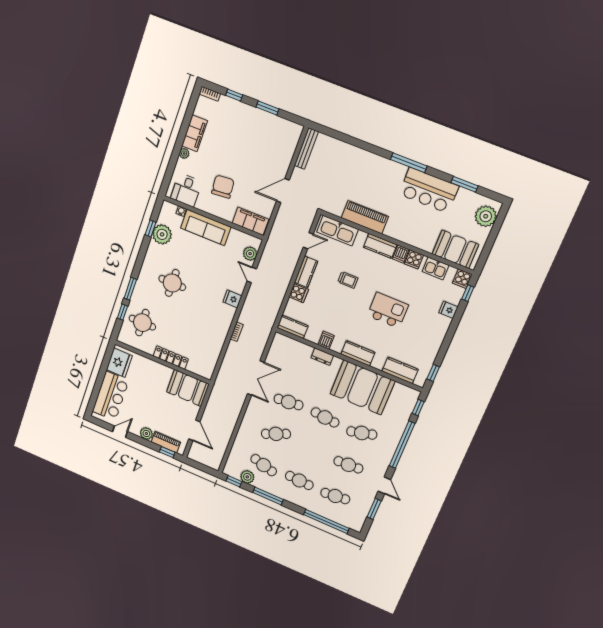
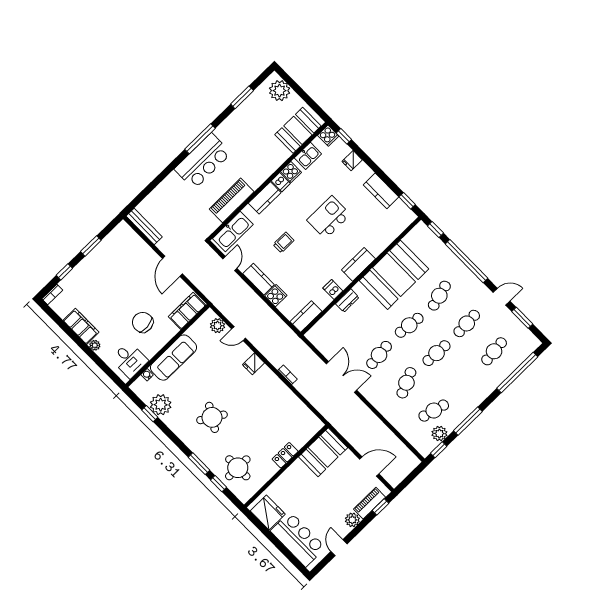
bar counter: (429, 190) -> (203, 161), moved
round table: (172, 283) -> (212, 417), turned 31
locker: (171, 358) -> (285, 455), width x0.66
kitchen counter: (400, 370) -> (381, 191), moved, turned -90
cafe table: (299, 481) -> (437, 353), moved

